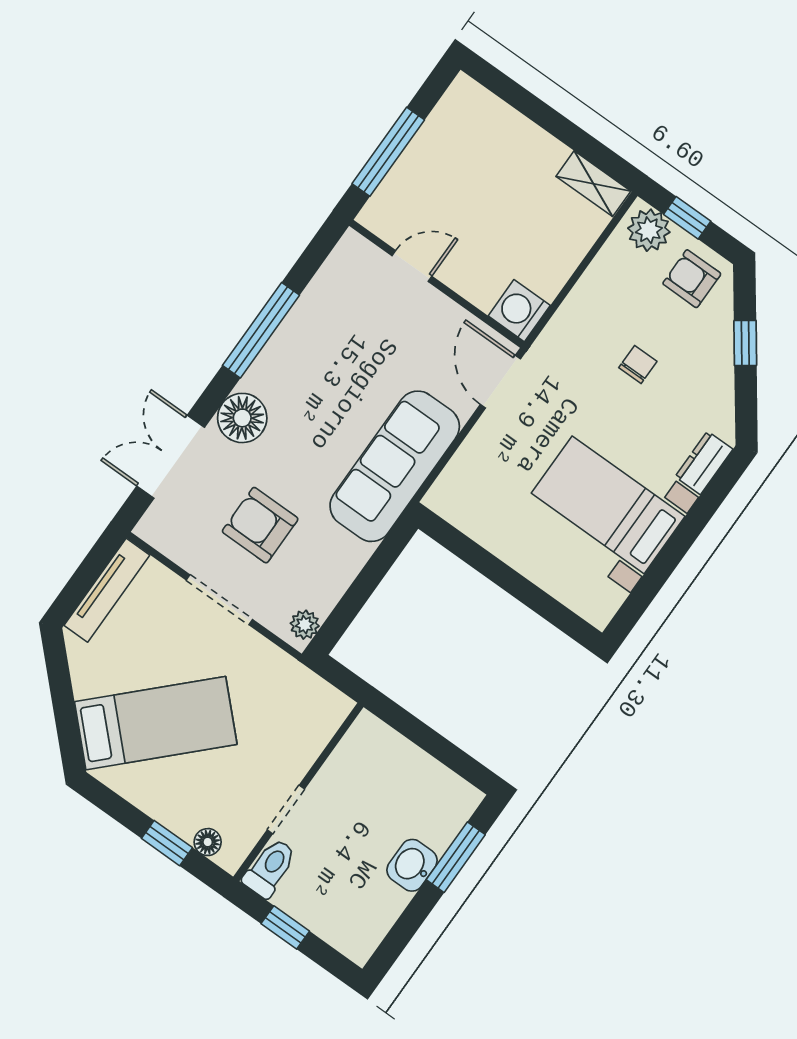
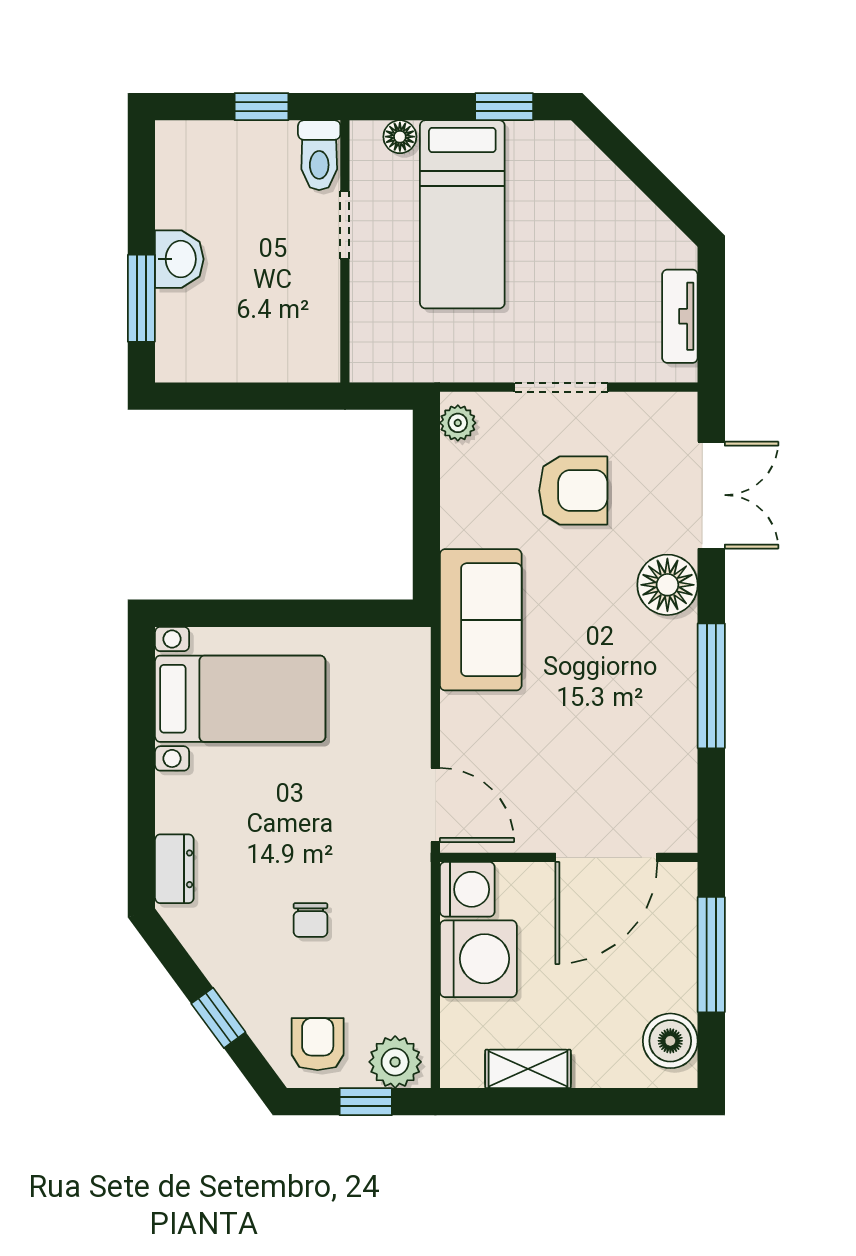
boiler: (456, 114) -> (670, 1041), added
shelving: (593, 184) -> (528, 1069), moved
washing machine: (545, 259) -> (478, 959), added
door: (412, 266) -> (606, 857), width x1.88
armchair: (692, 279) -> (318, 1044), turned -90
sofa: (395, 466) -> (481, 620), width x0.73
bed with nightstands: (608, 505) -> (240, 699), moved
tv unit: (107, 590) -> (680, 316), width x0.71
bed: (156, 723) -> (462, 214), moved, turned -45
window: (167, 843) -> (504, 107), moved

